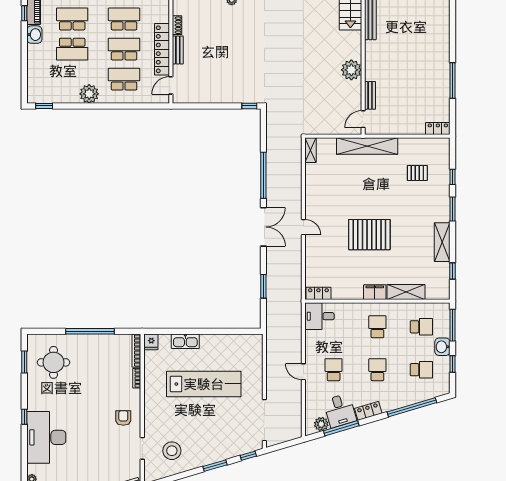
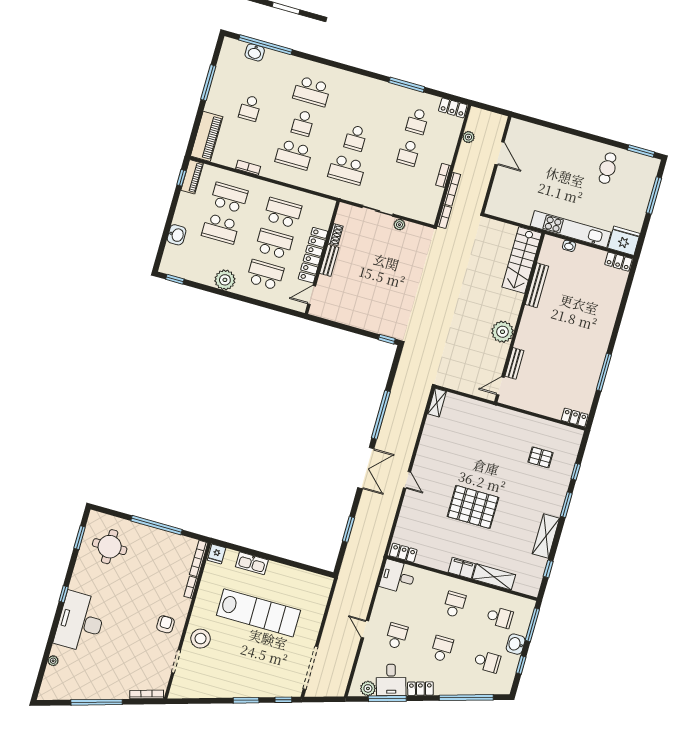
washbasin: (34, 35) -> (177, 235), moved
shelving: (367, 146) -> (496, 415), removed
stool: (172, 451) -> (201, 639), moved

